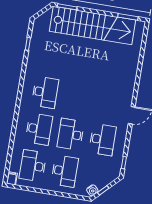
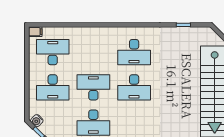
desk: (39, 129) -> (134, 87), moved

